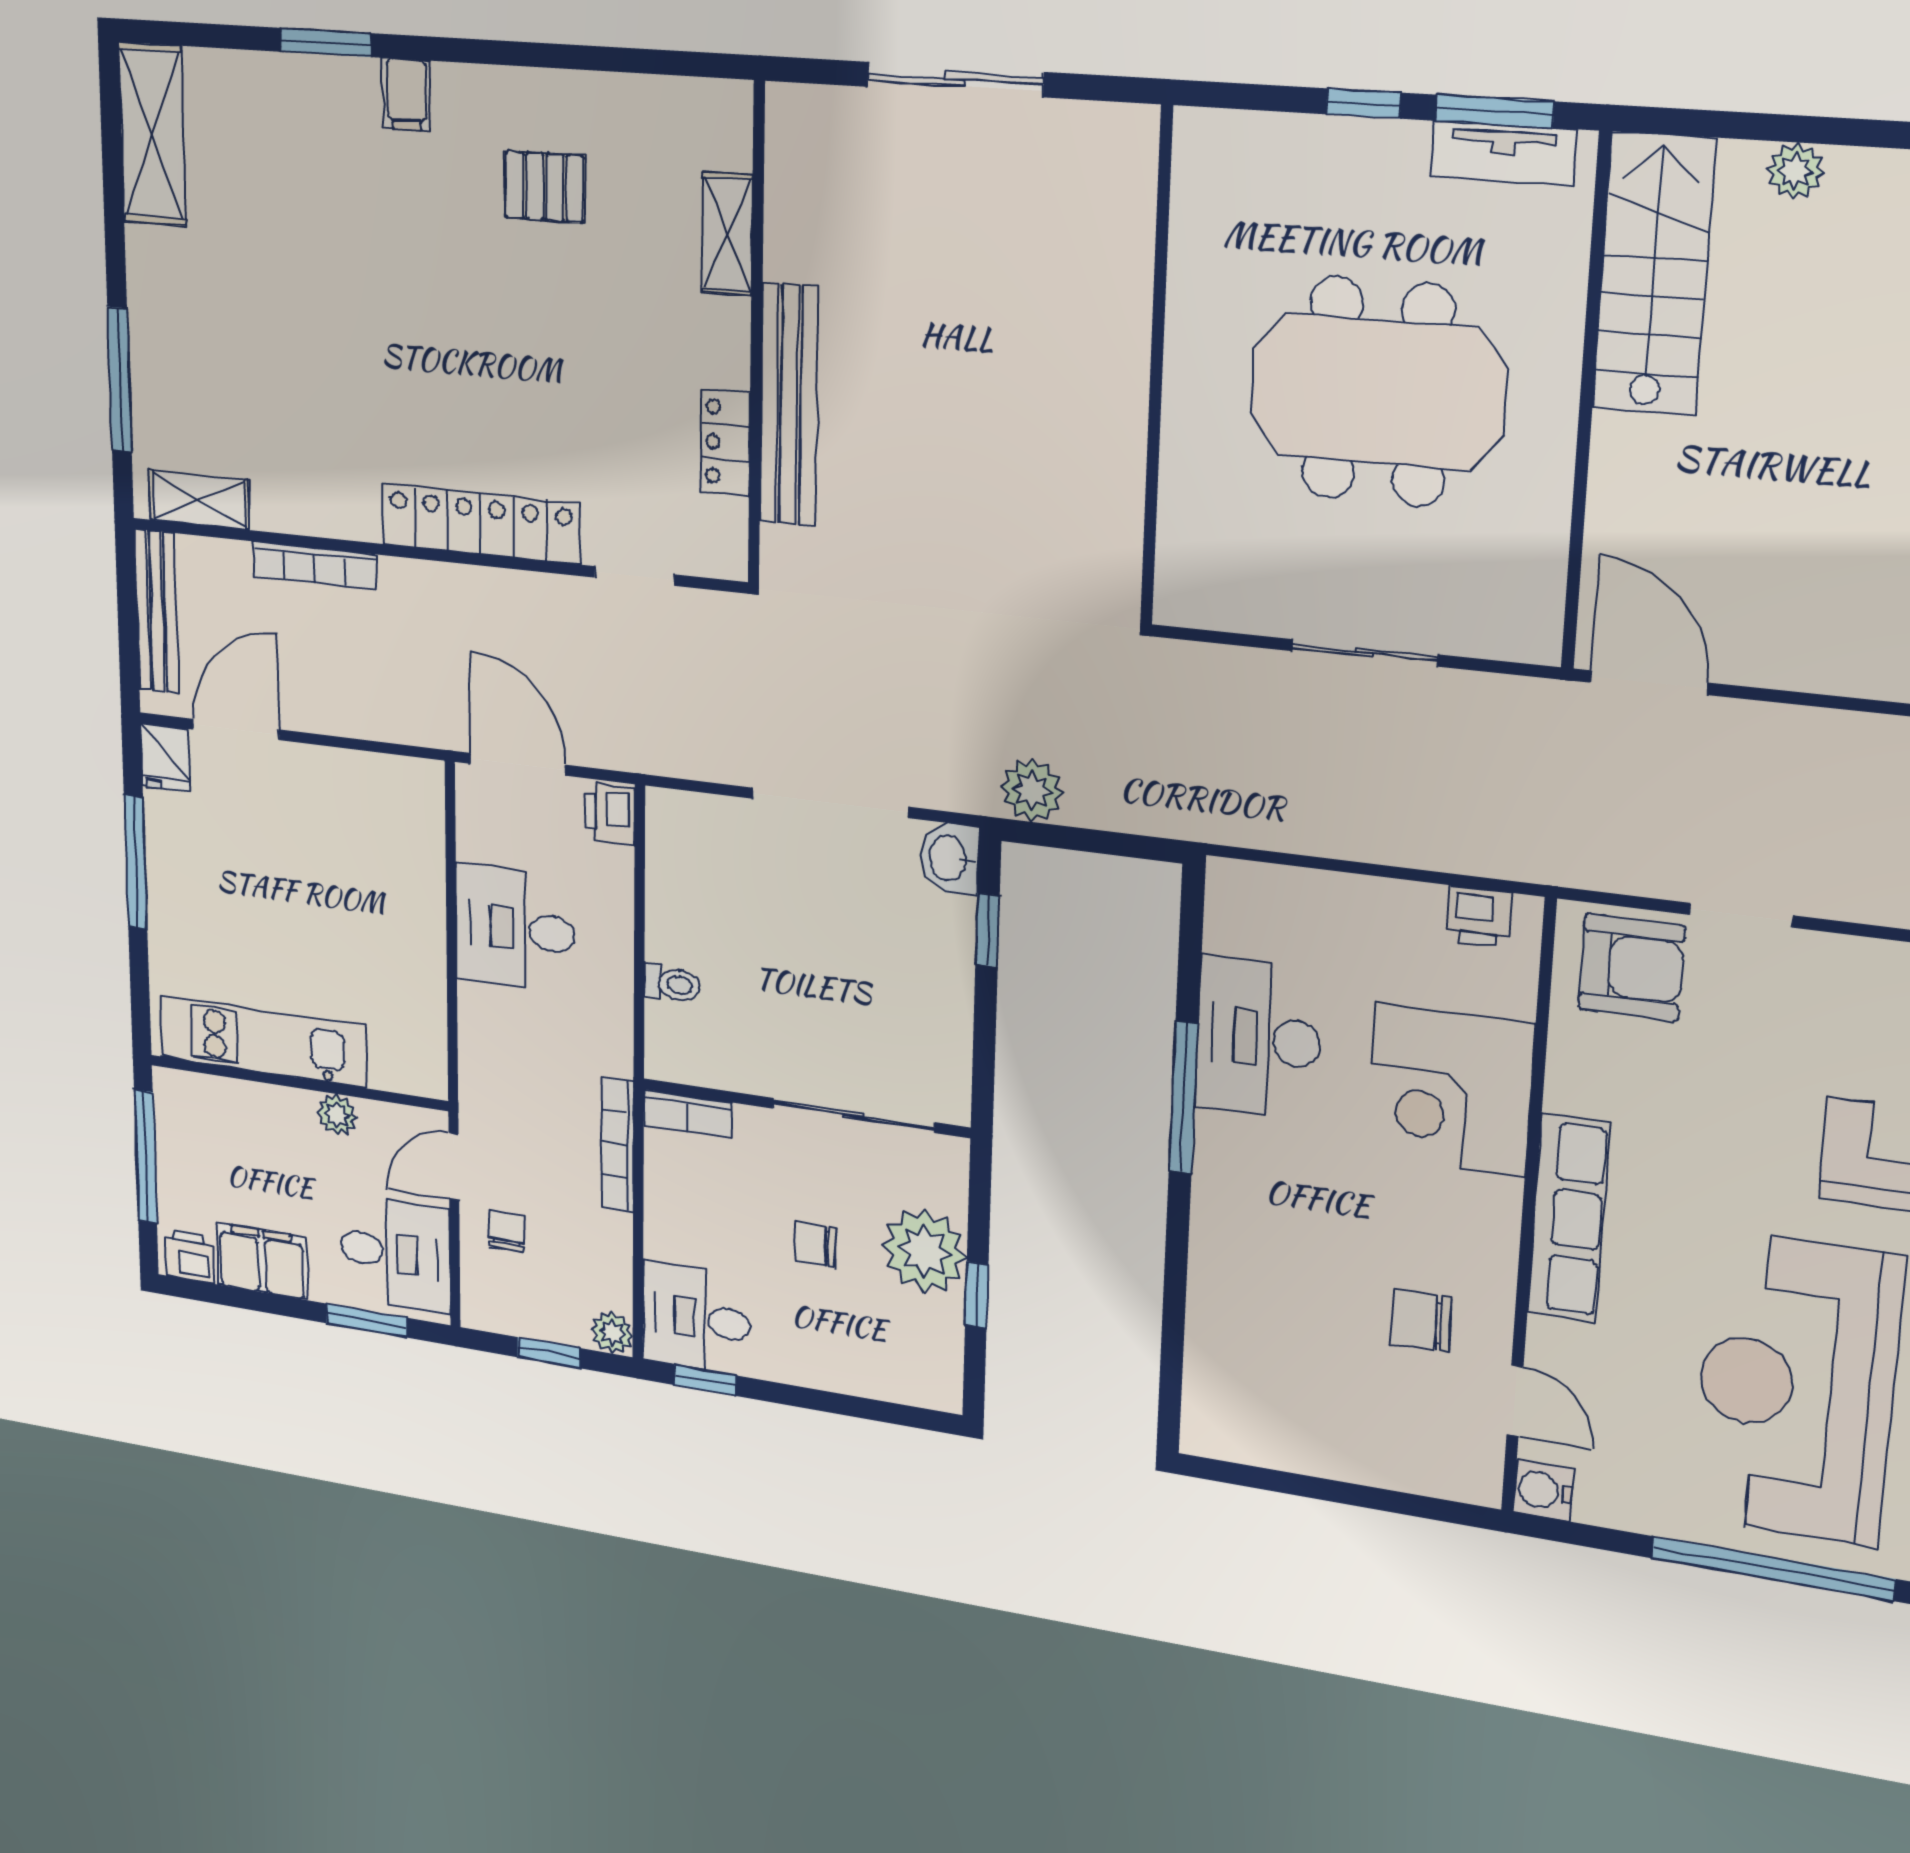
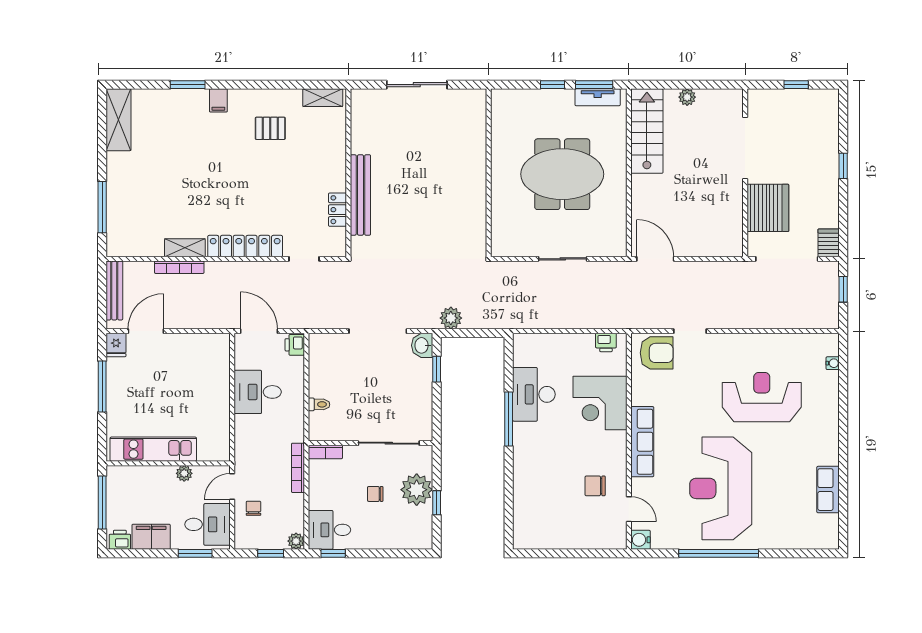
shelving: (727, 234) -> (323, 98), moved, turned 90
shelving: (199, 500) -> (185, 248), moved

